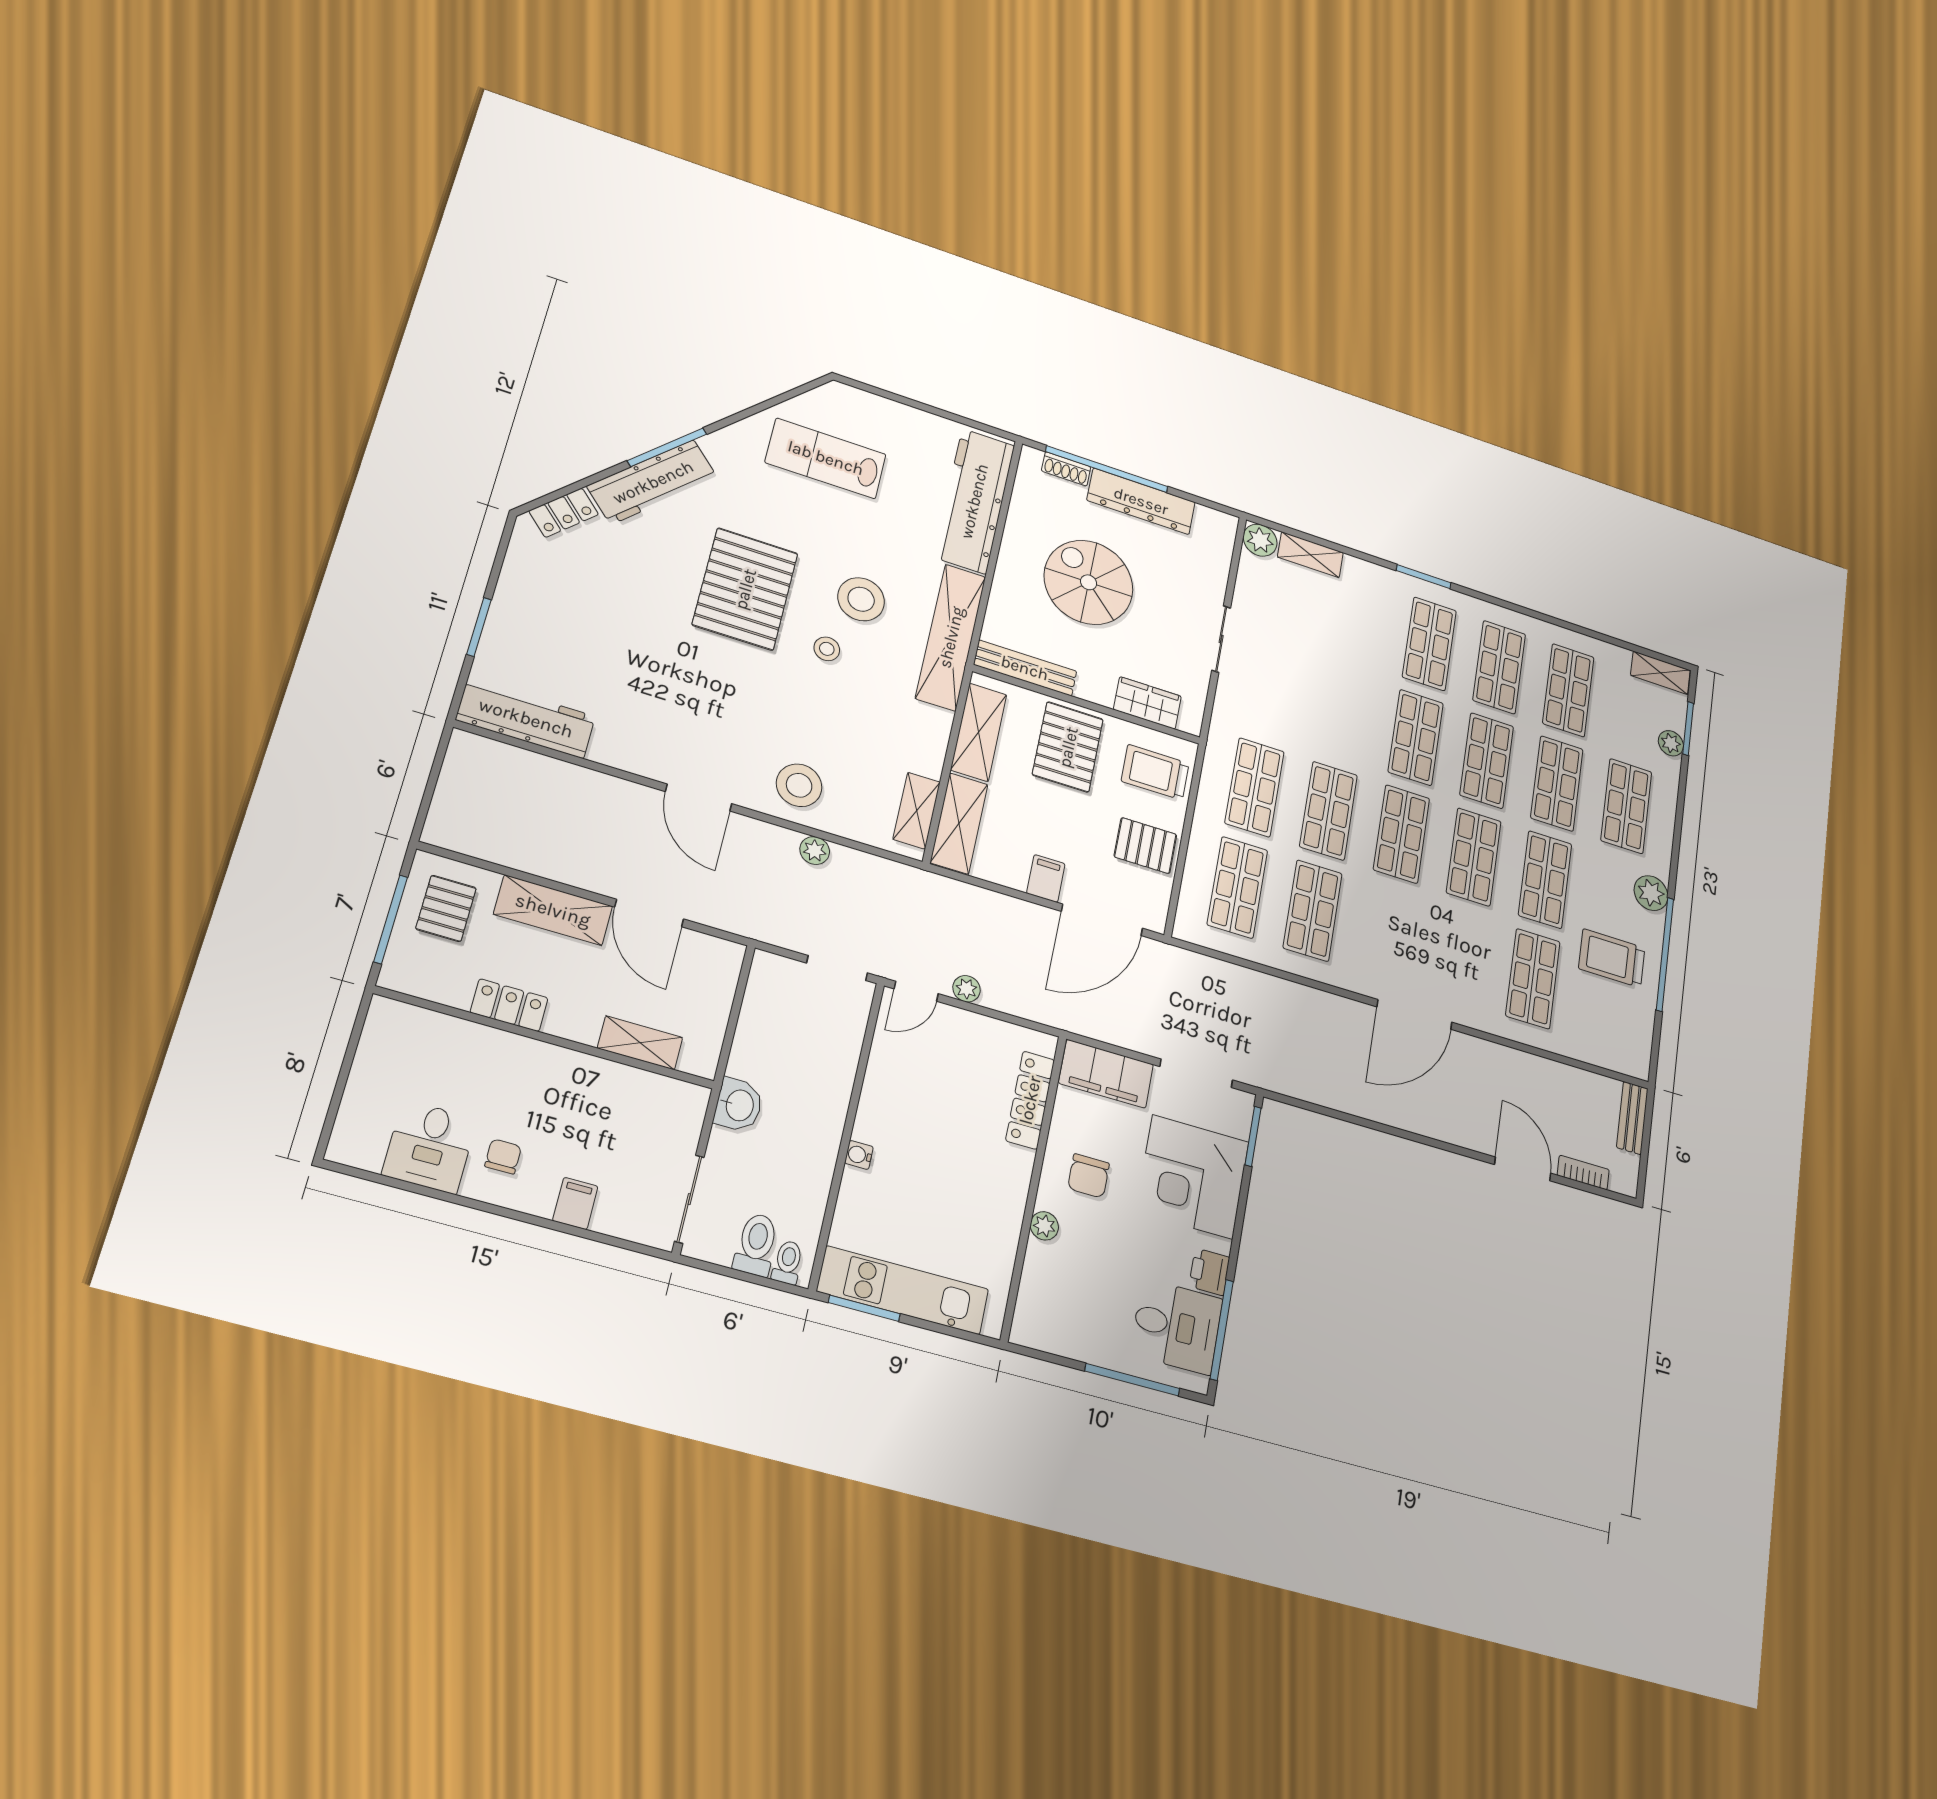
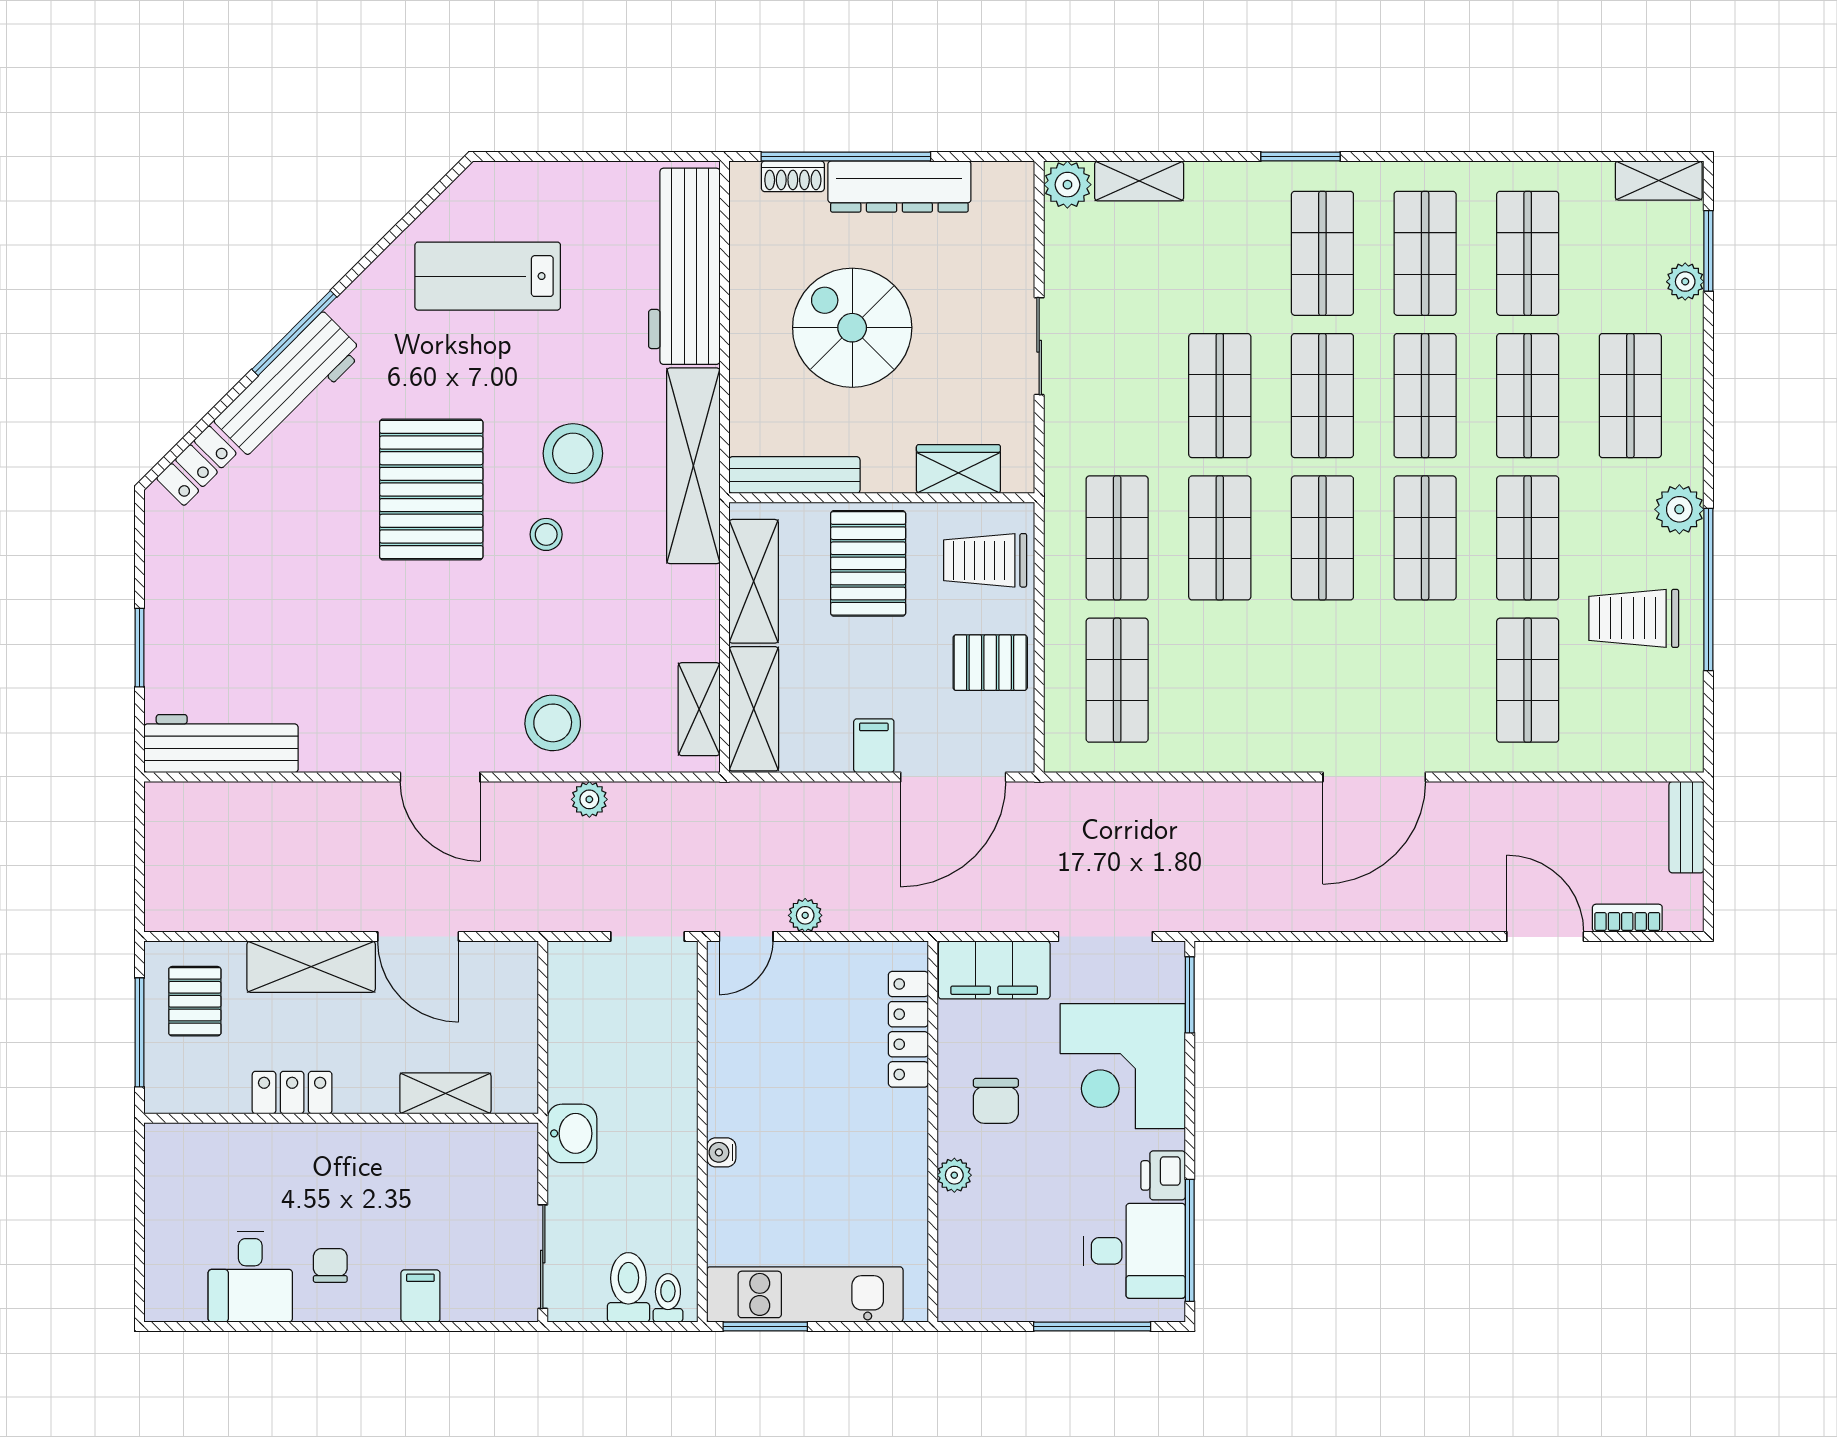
shop shelf: (1313, 911) -> (1220, 396), moved

